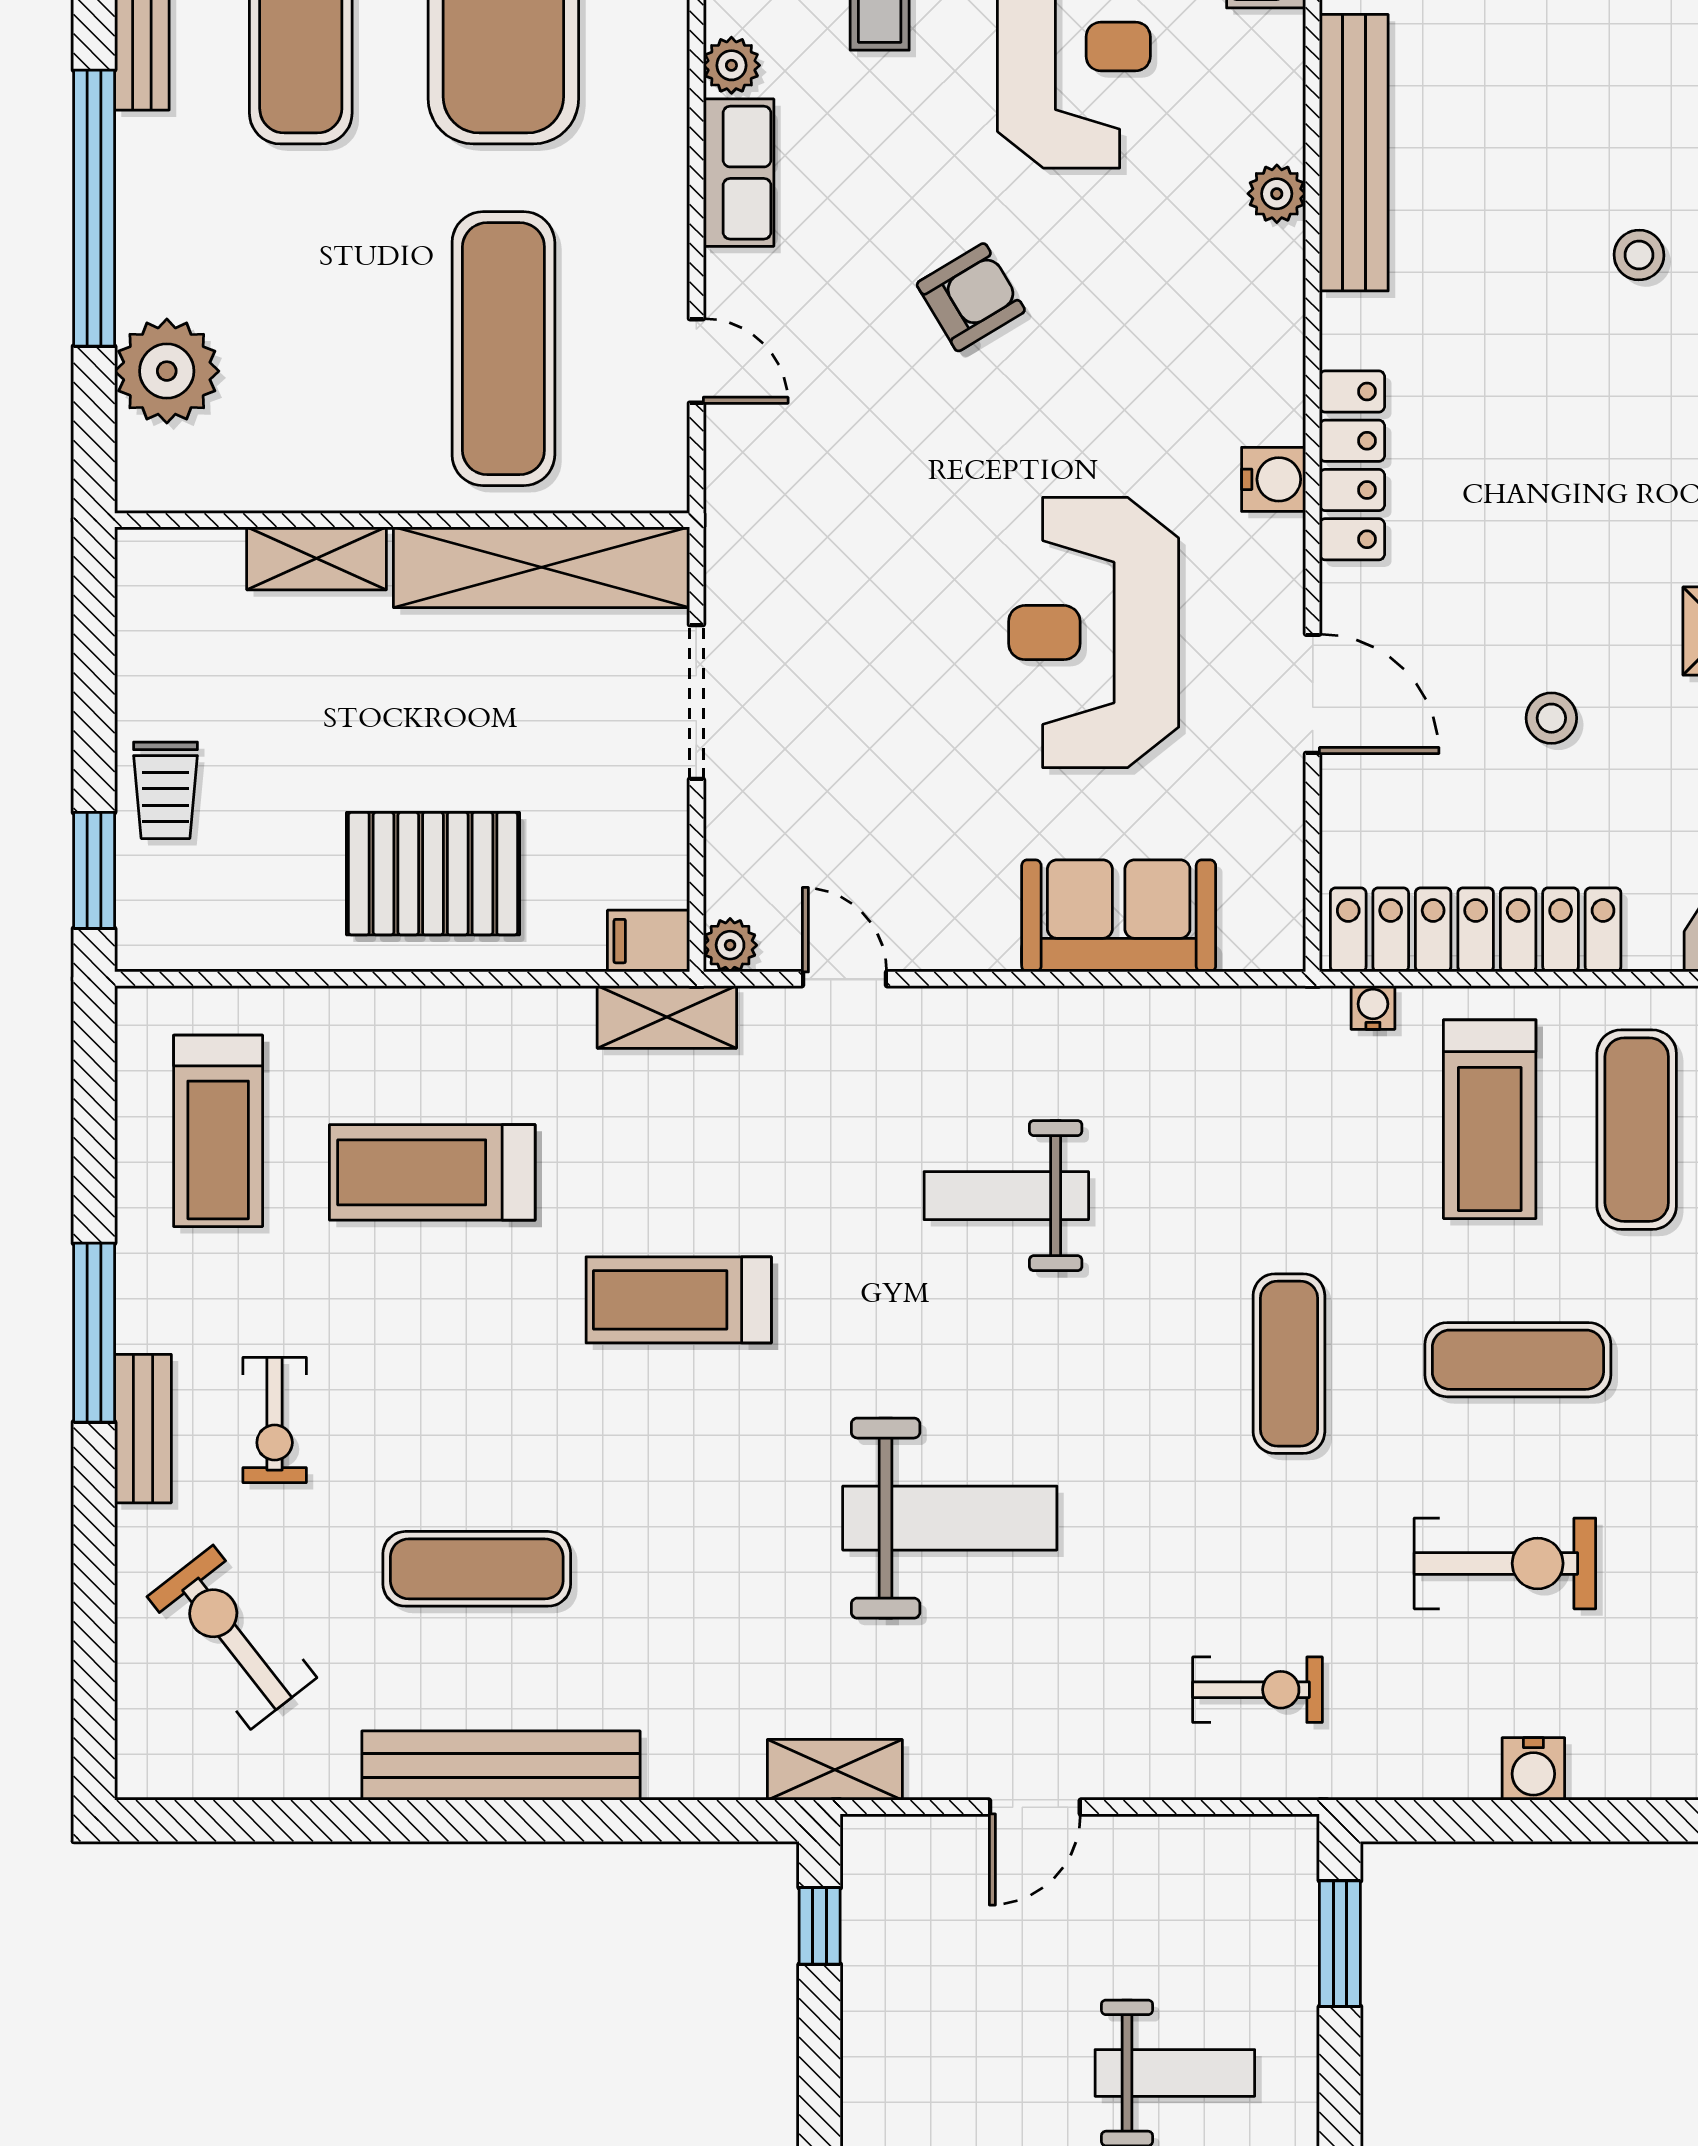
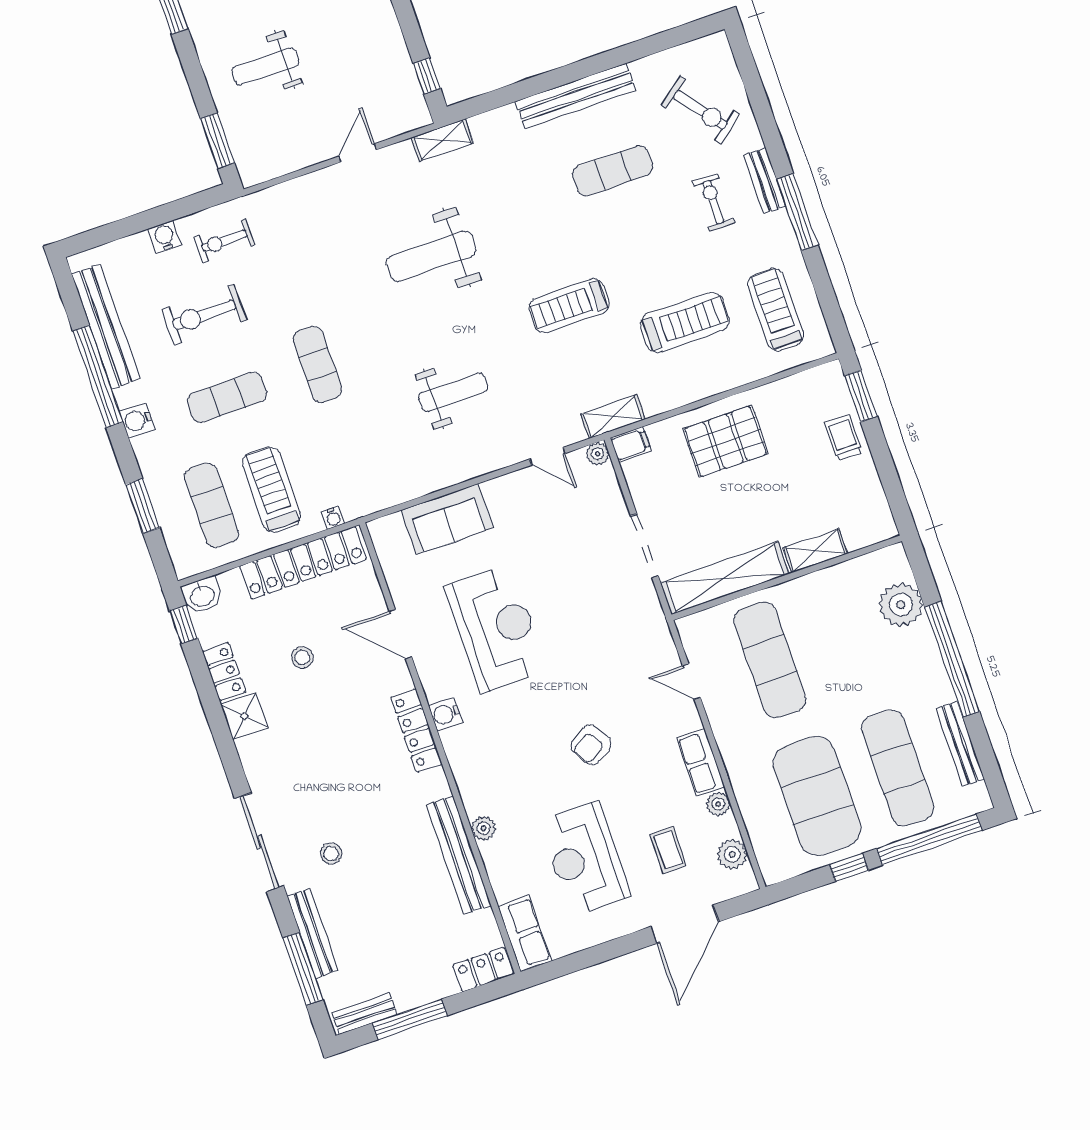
treadmill: (679, 1300) -> (569, 306), turned 180
exercise bike: (1257, 1690) -> (224, 241), moved

